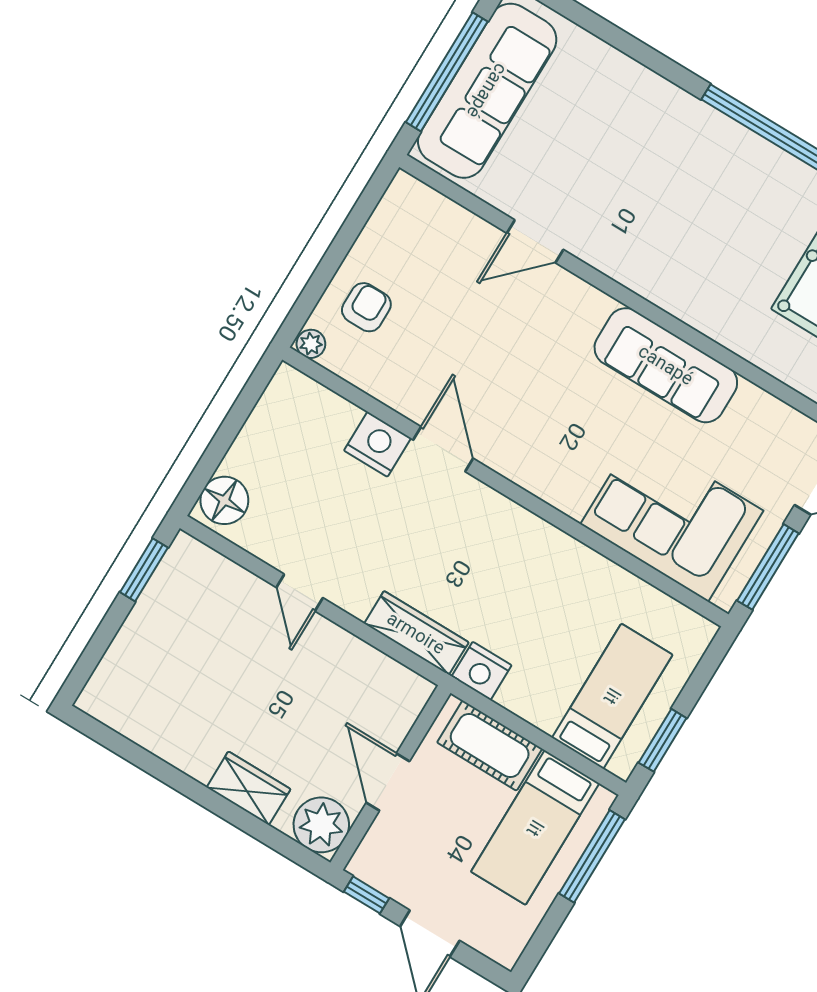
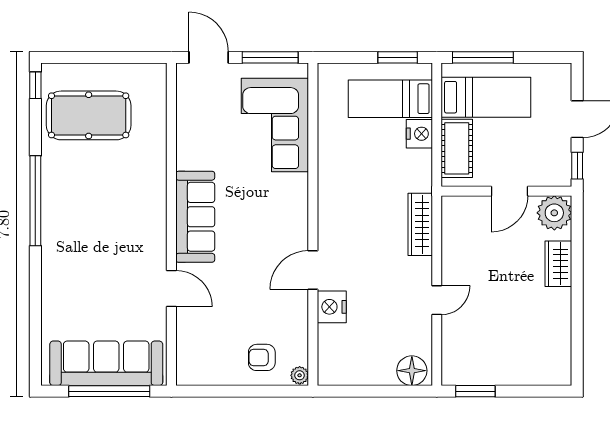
sofa: (666, 365) -> (195, 217), moved
nightstand: (482, 671) -> (419, 134), moved

